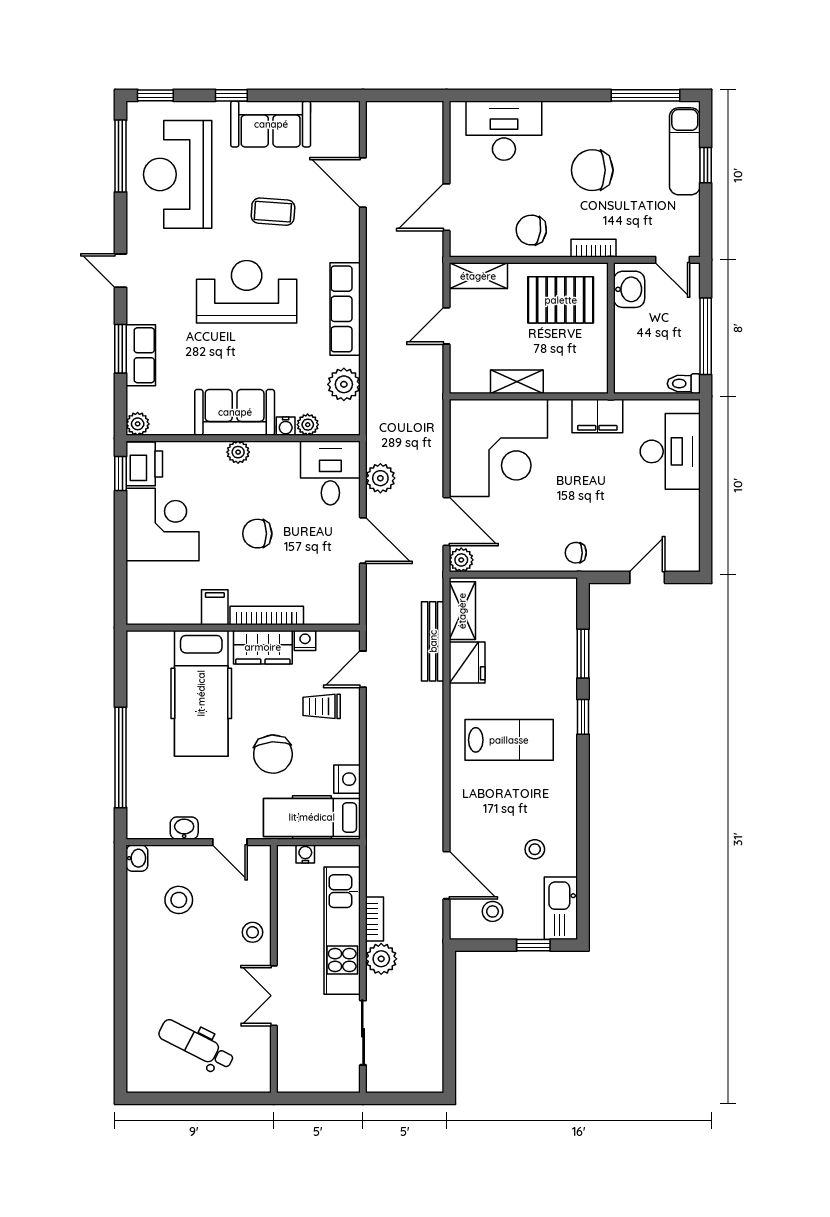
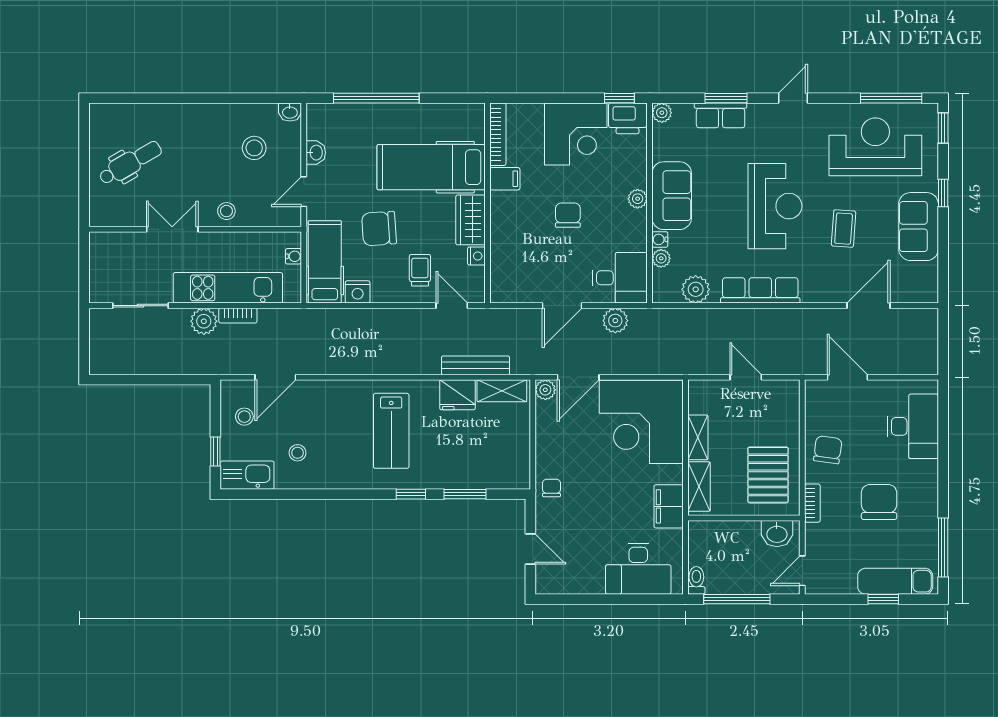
shelving: (478, 276) -> (699, 487), moved
bookcase: (267, 615) -> (498, 134), moved
dental chair: (196, 1045) -> (130, 163), turned 33

